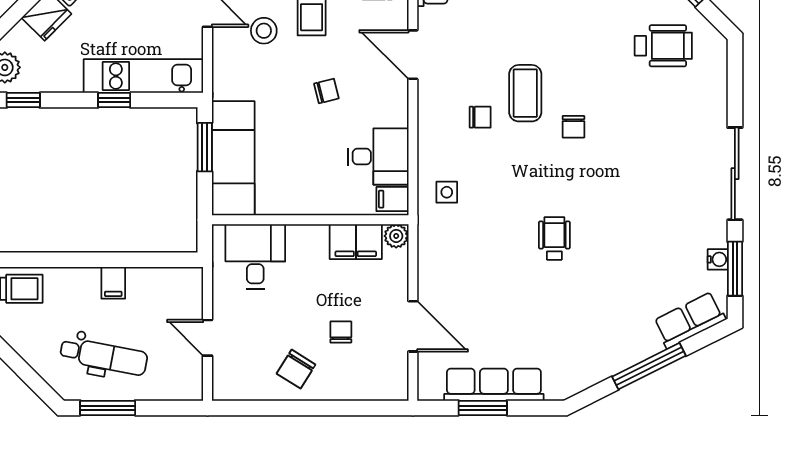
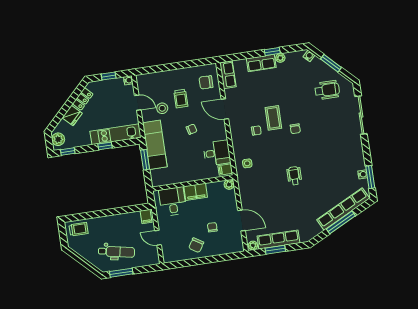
exam couch: (233, 158) -> (155, 145), moved
sliding door: (735, 174) -> (361, 115), moved
filing cabinet: (356, 242) -> (196, 192), moved
filing cabinet: (113, 283) -> (146, 216), moved
row of seats: (689, 320) -> (343, 209), width x2.02
plant: (431, 390) -> (253, 245), added

